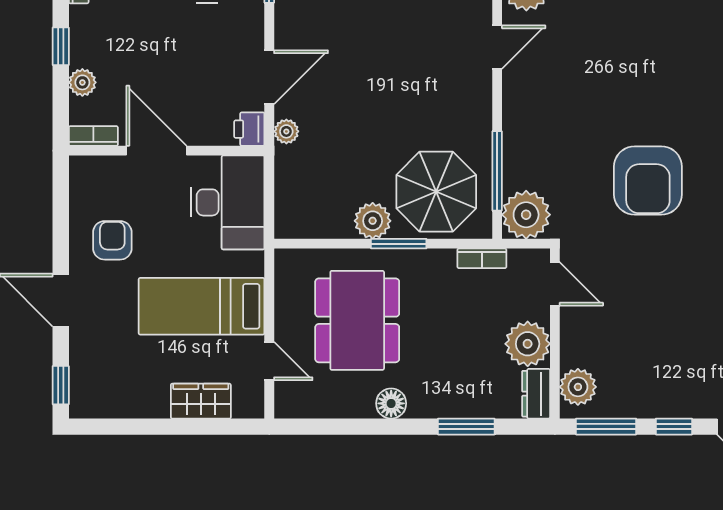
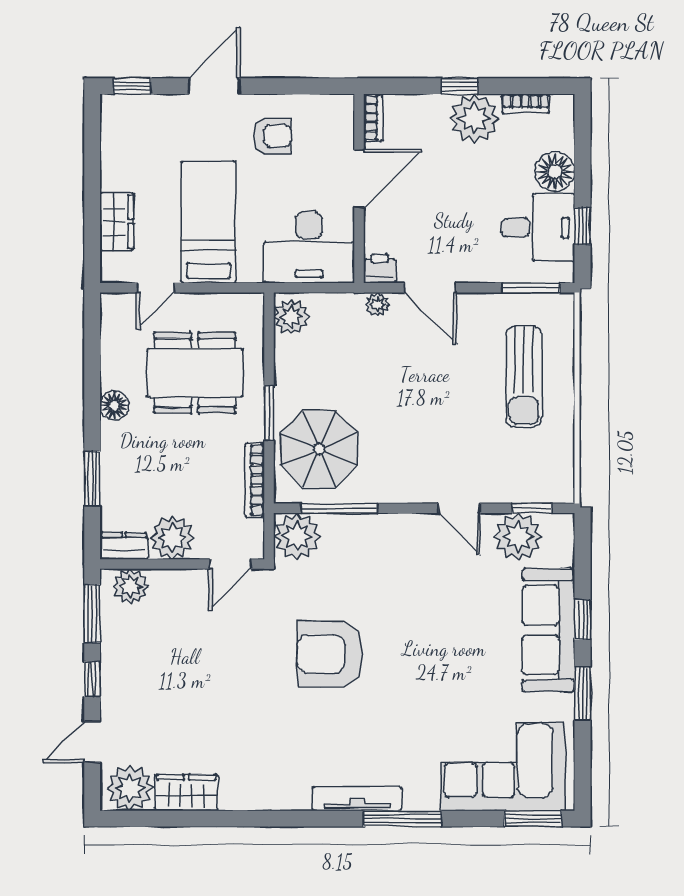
plant: (82, 82) -> (474, 118), moved, width x1.87, depth x1.87
plant: (373, 221) -> (291, 317), moved
bookcase: (482, 258) -> (255, 480), width x1.56

